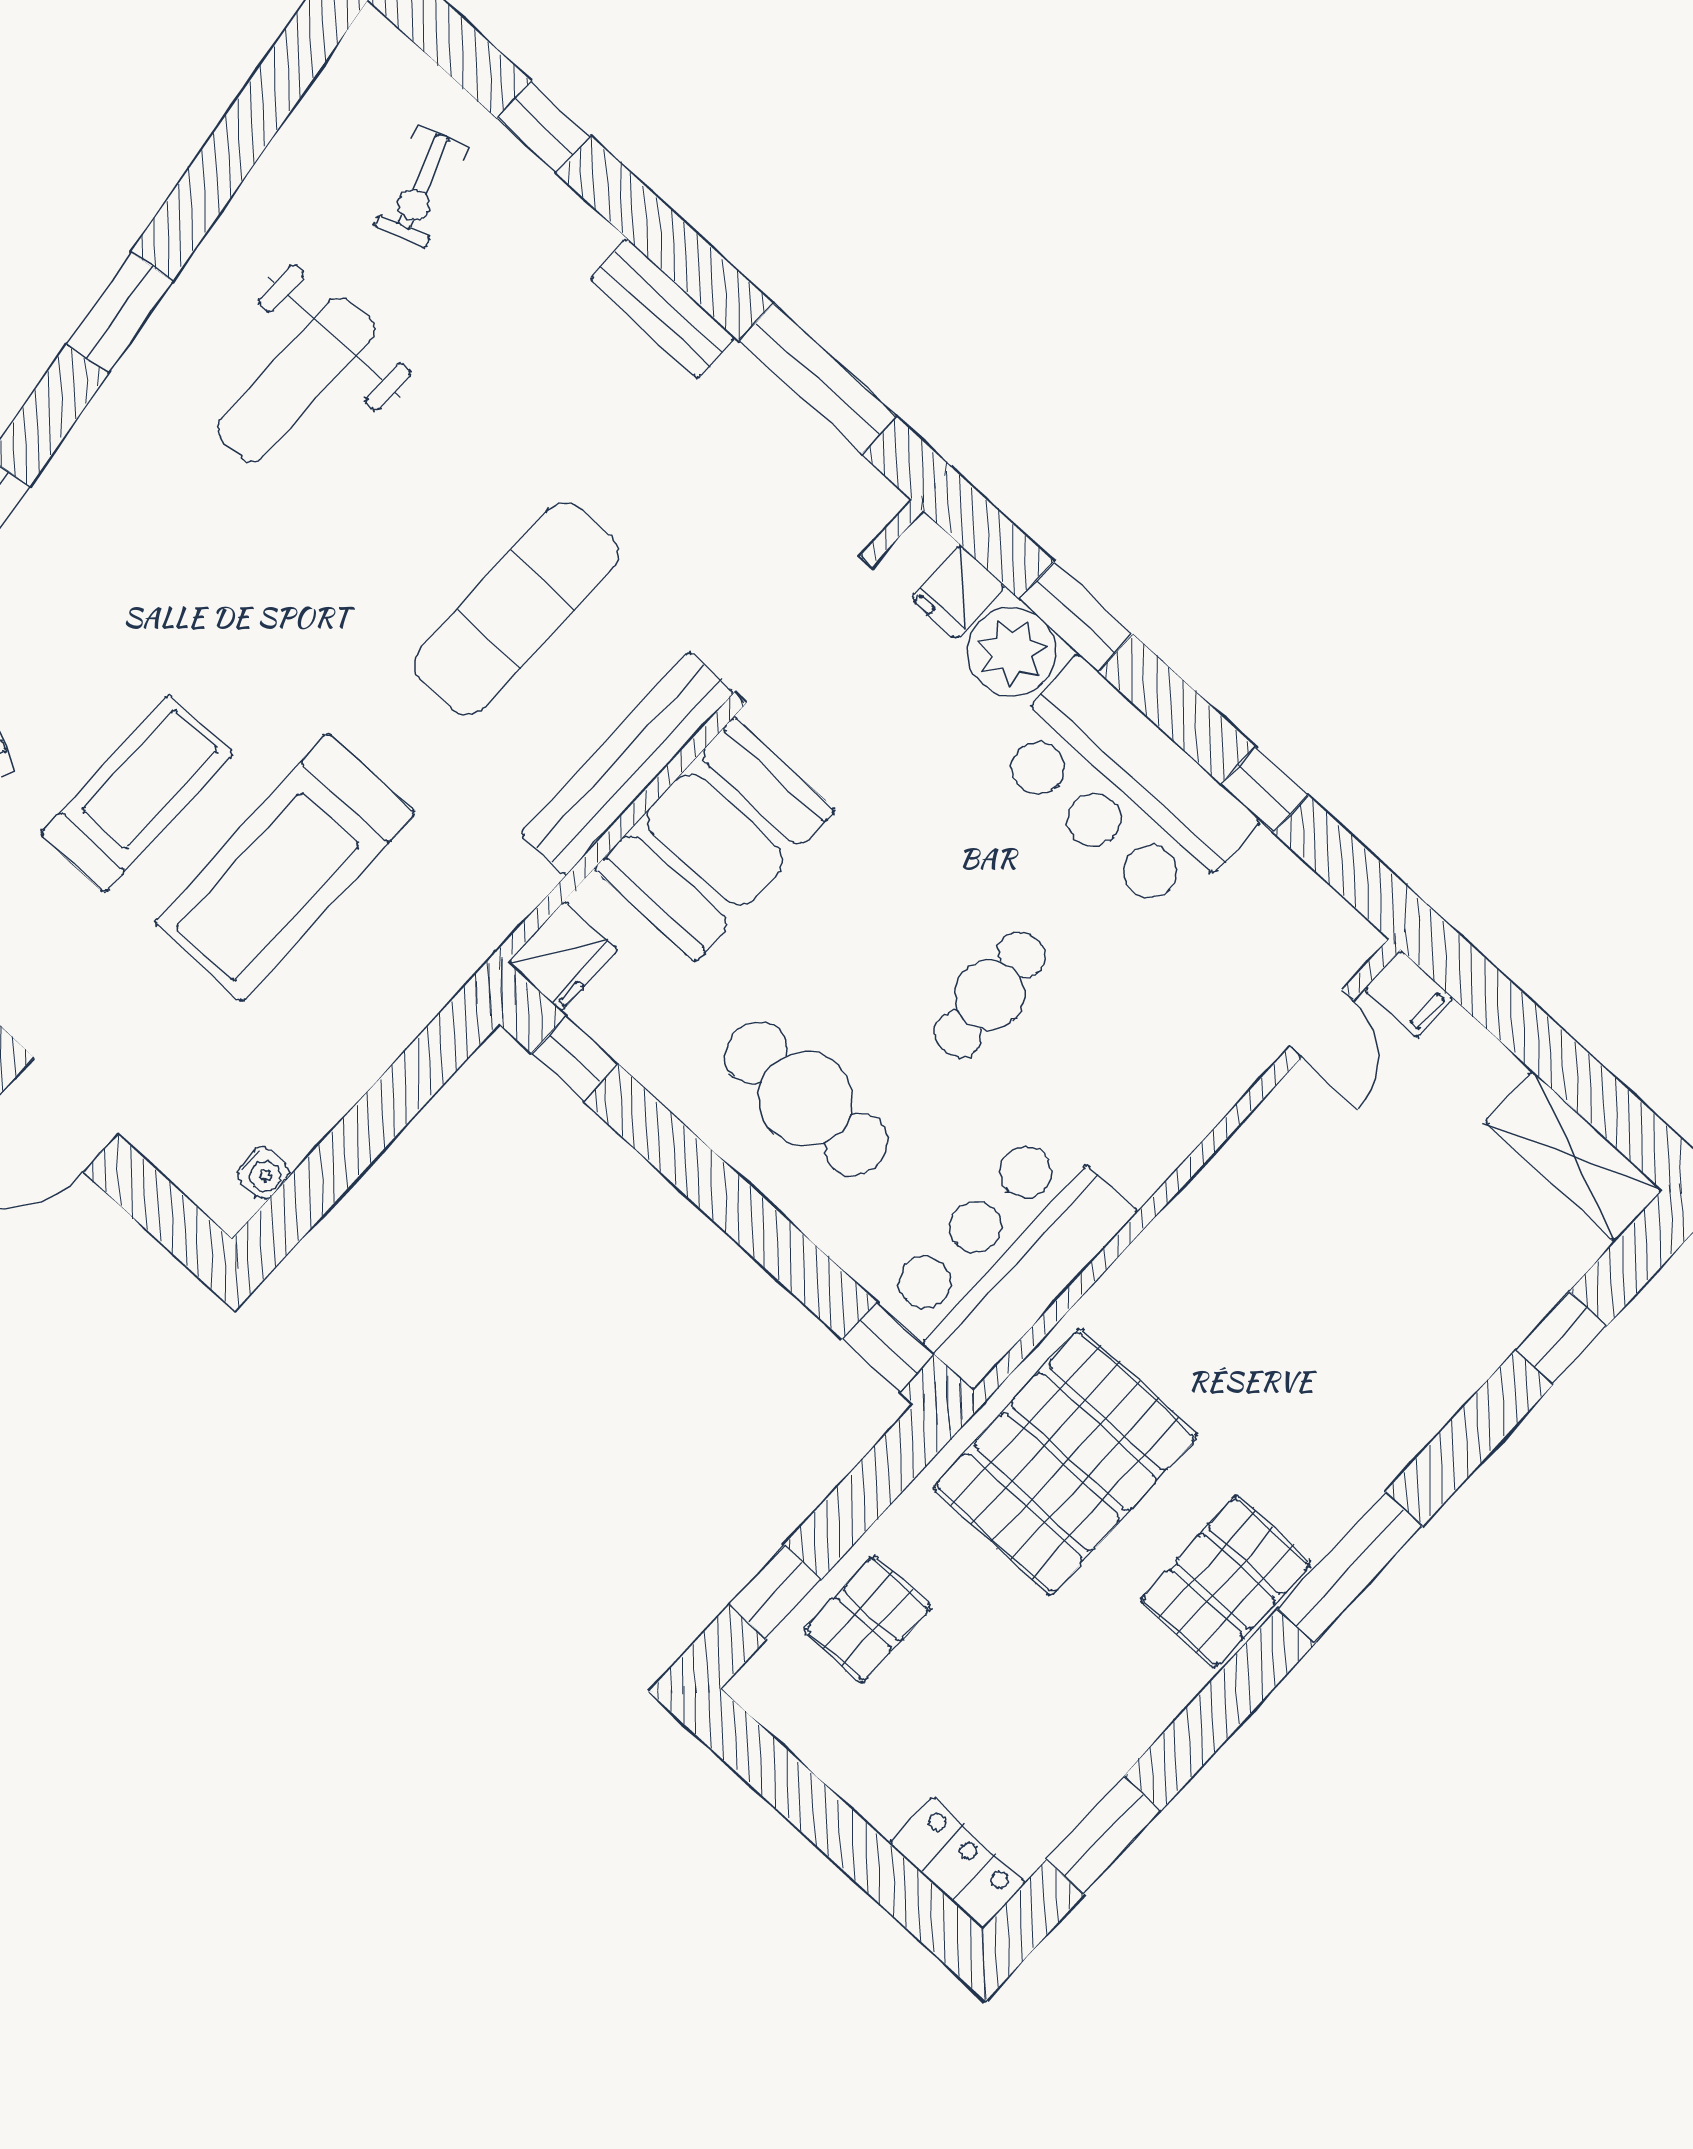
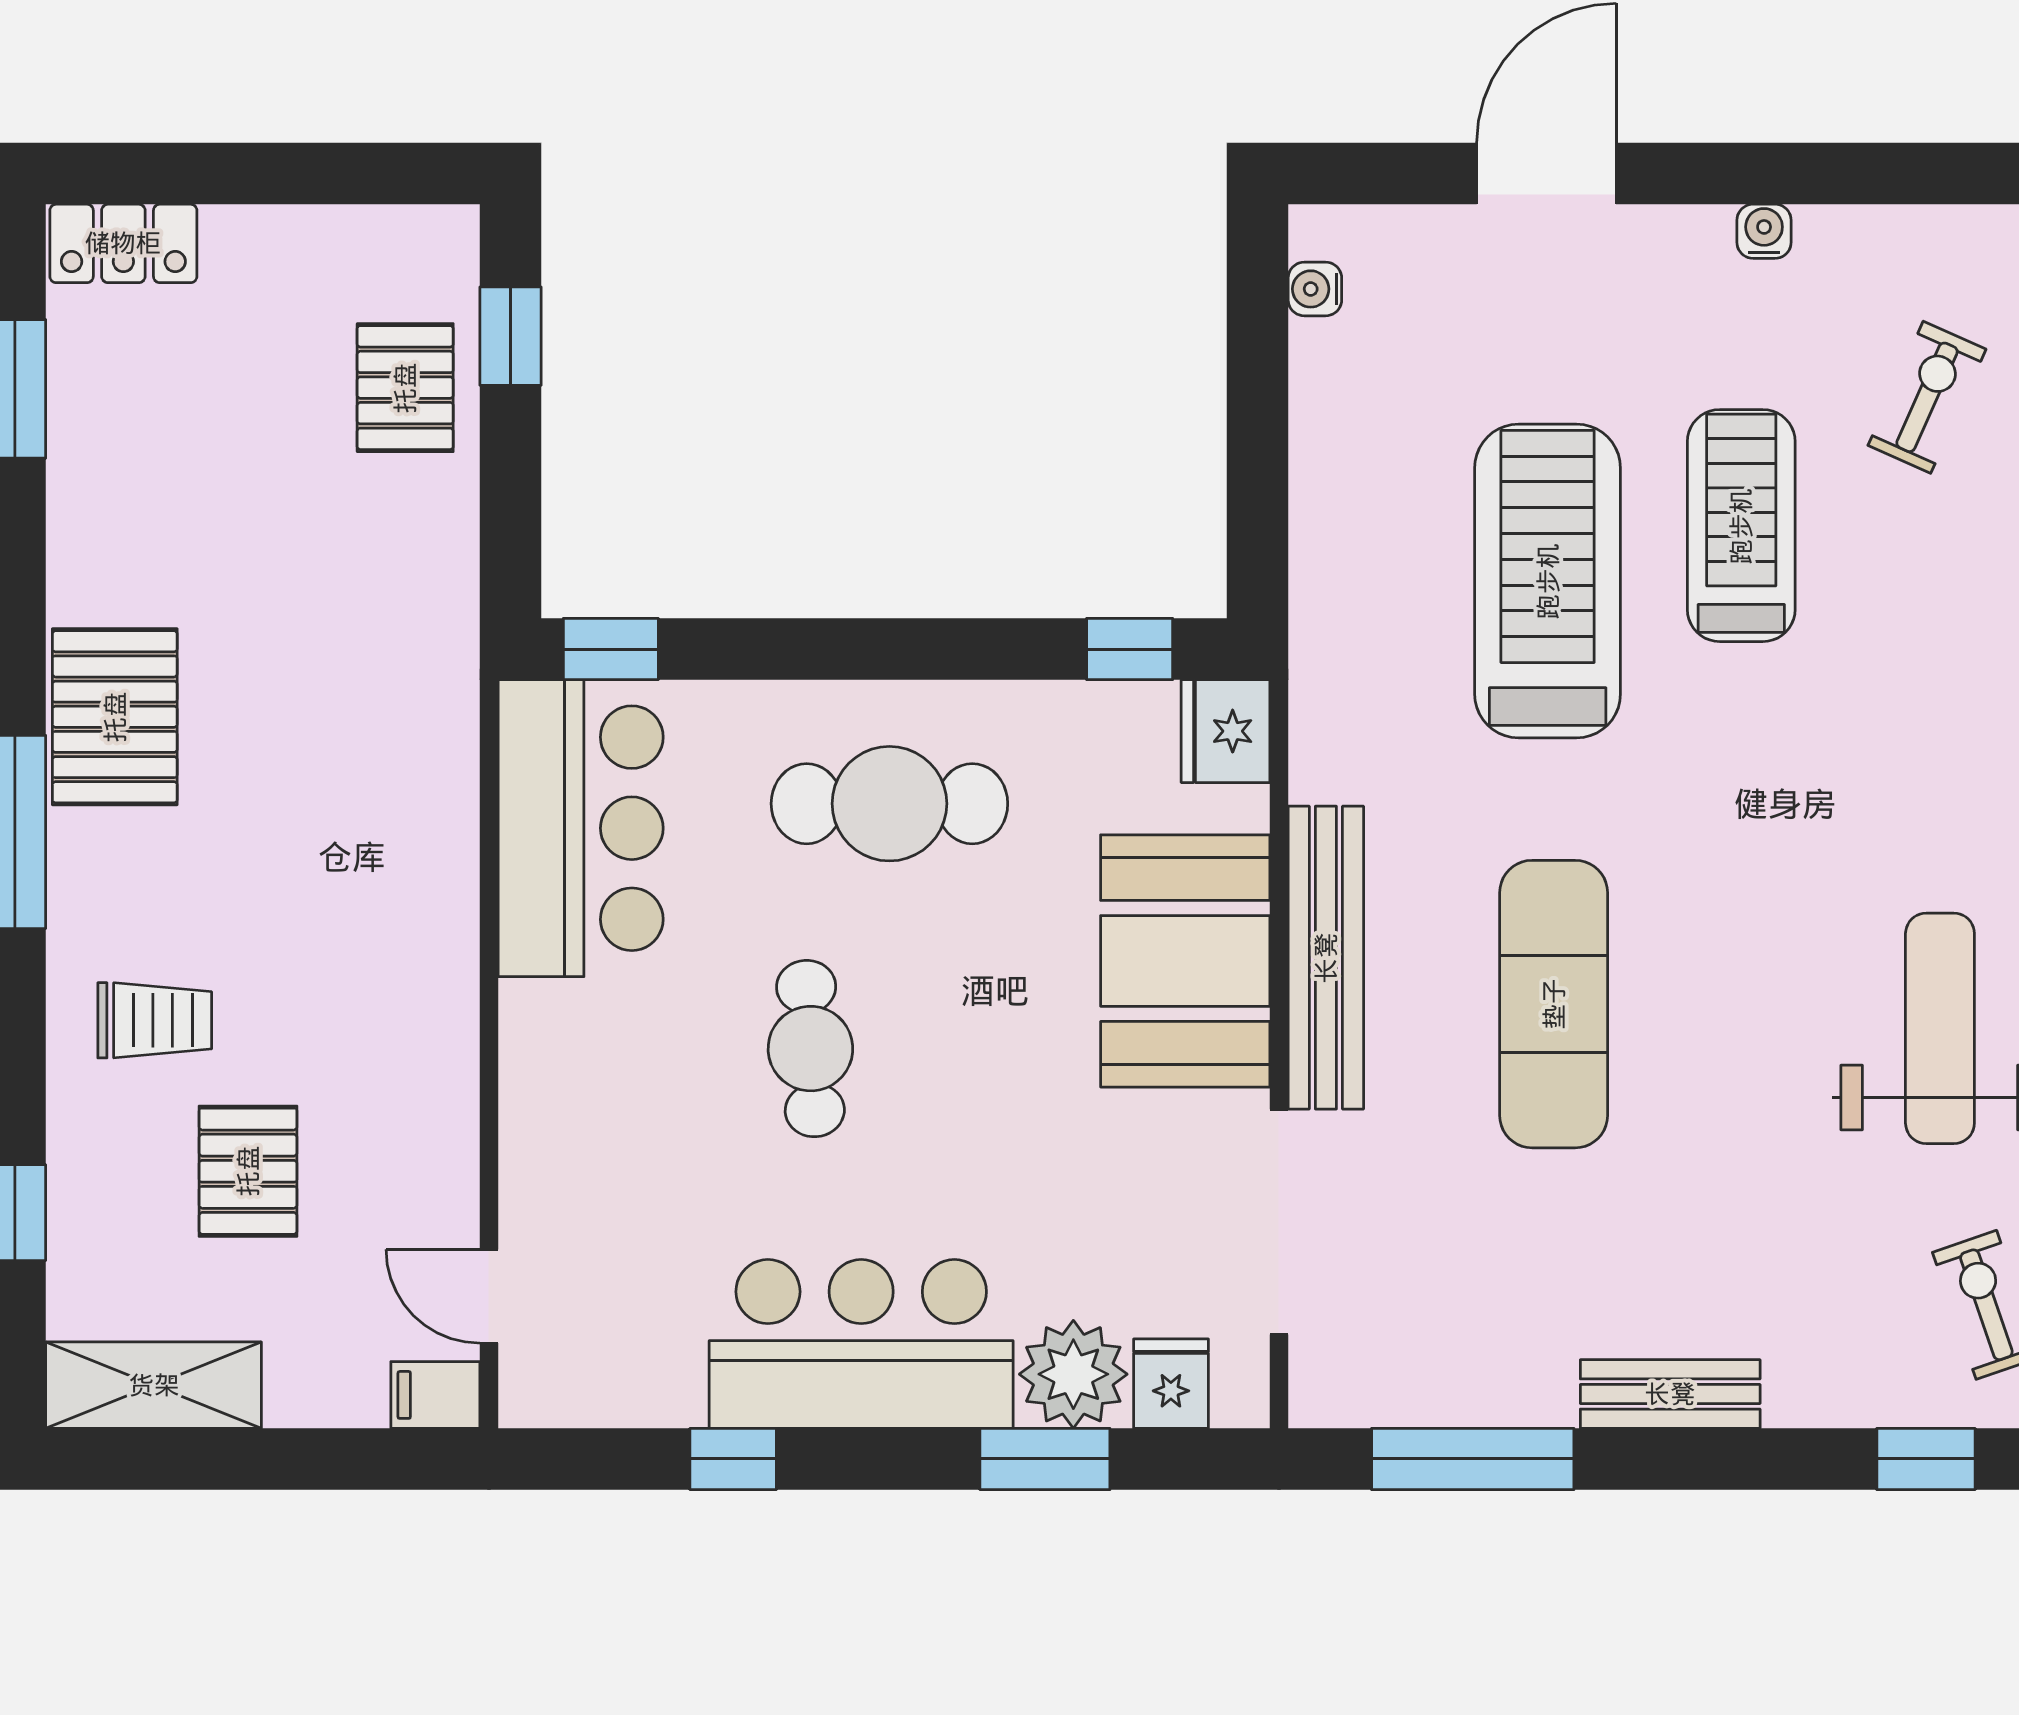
treadmill: (137, 794) -> (1741, 526), turned 180
trolley: (1370, 1376) -> (155, 1020), added
pallet: (1065, 1462) -> (248, 1171), moved, width x0.49, depth x0.50

